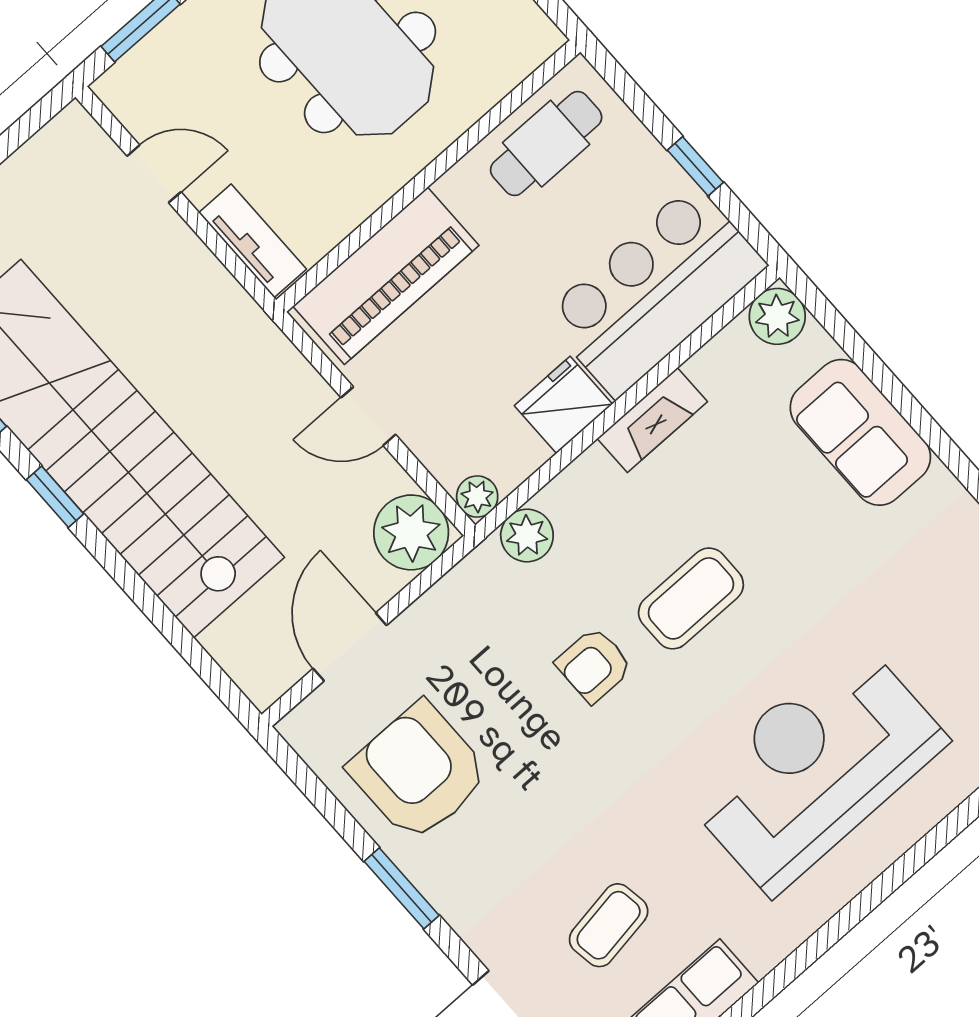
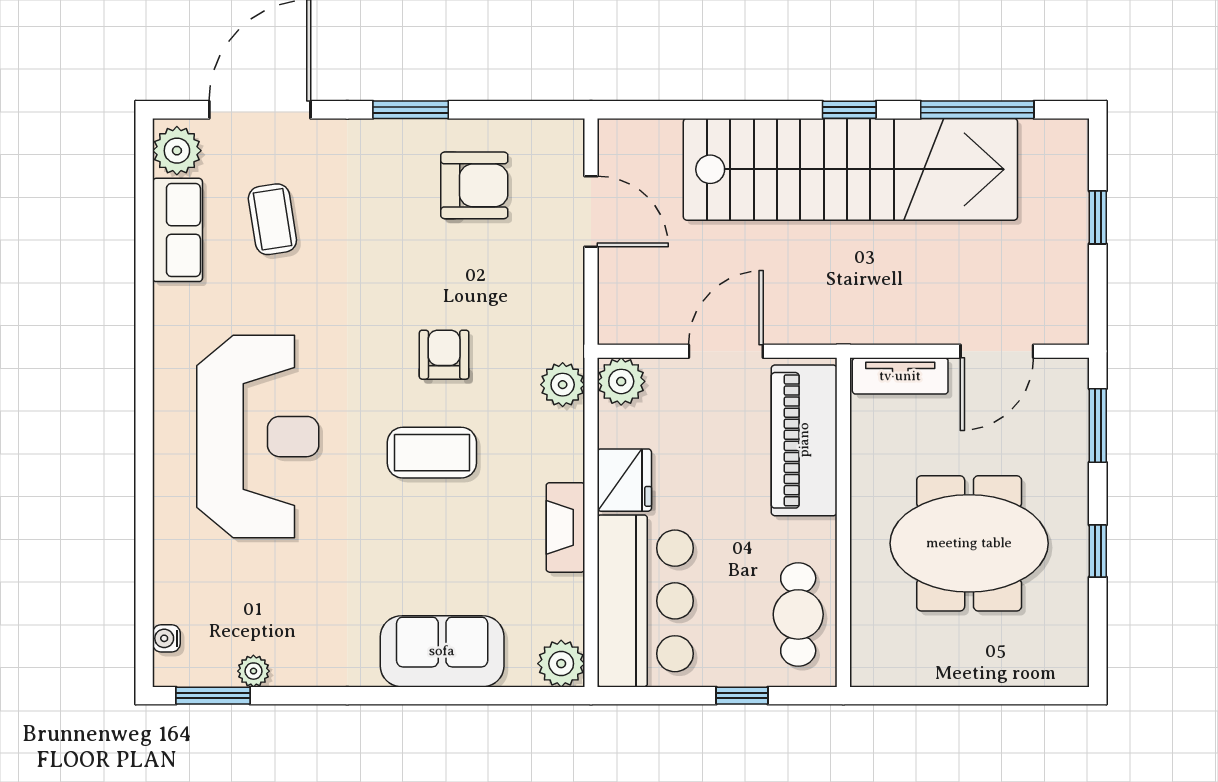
window: (695, 166) -> (742, 696), moved
door: (154, 174) -> (997, 351), width x1.38
door: (368, 416) -> (726, 351), width x1.38
plant: (477, 497) -> (621, 381), width x1.38, depth x1.38
plant: (411, 532) -> (629, 314), removed
coffee table: (691, 598) -> (432, 453), turned 90
armchair: (419, 772) -> (474, 185), width x0.73, depth x0.73

